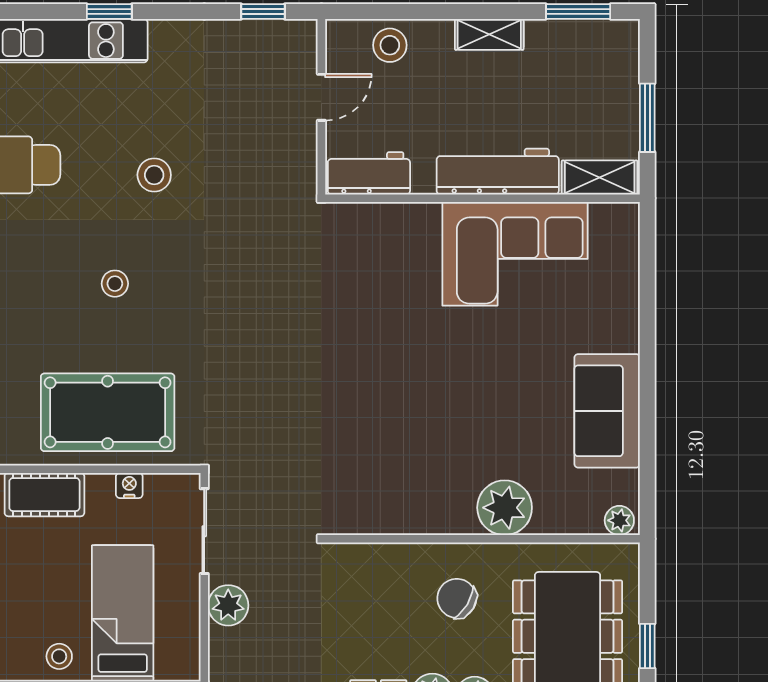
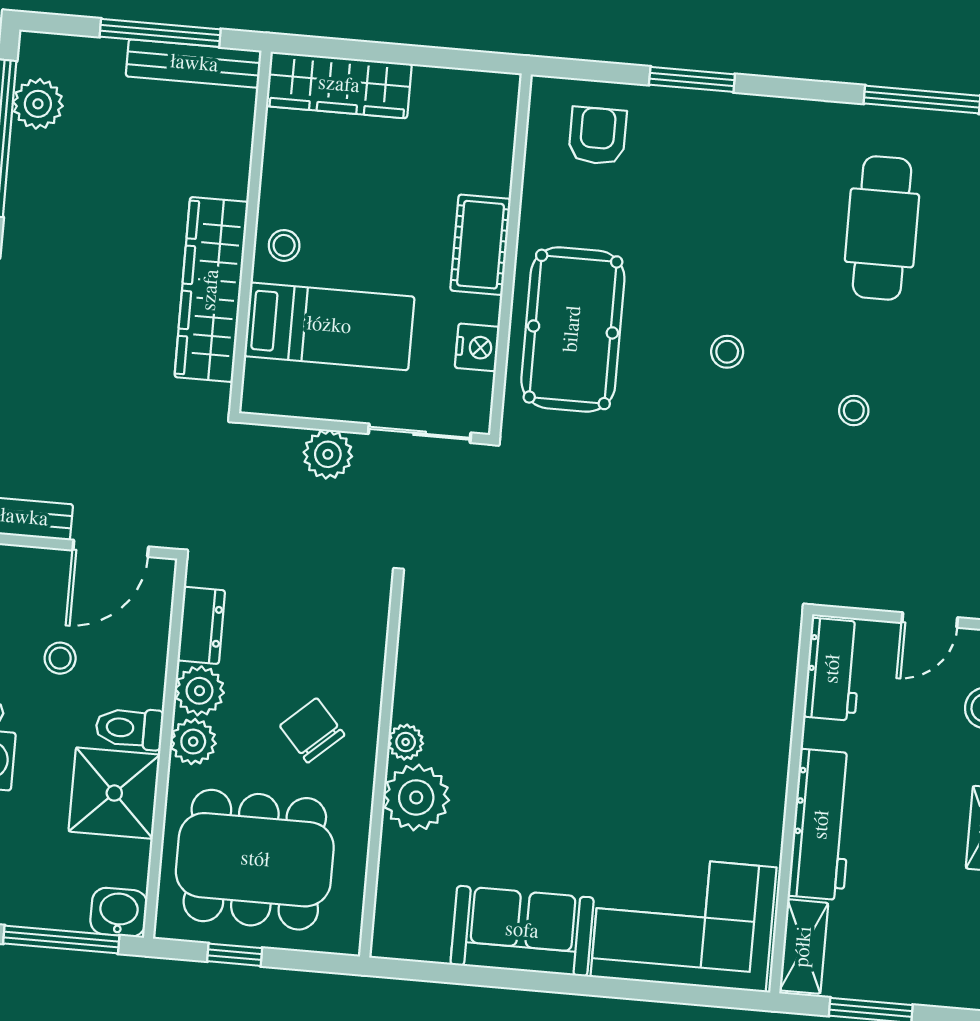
door: (321, 97) -> (930, 620), hinge flipped
stool: (154, 175) -> (854, 410), width x0.73, depth x0.73
corner sofa: (515, 254) -> (684, 922), moved, turned 90
nightstand: (129, 485) -> (477, 347), width x1.39, depth x1.35
plant: (619, 520) -> (406, 742), moved
chair: (457, 598) -> (312, 730), turned -73

